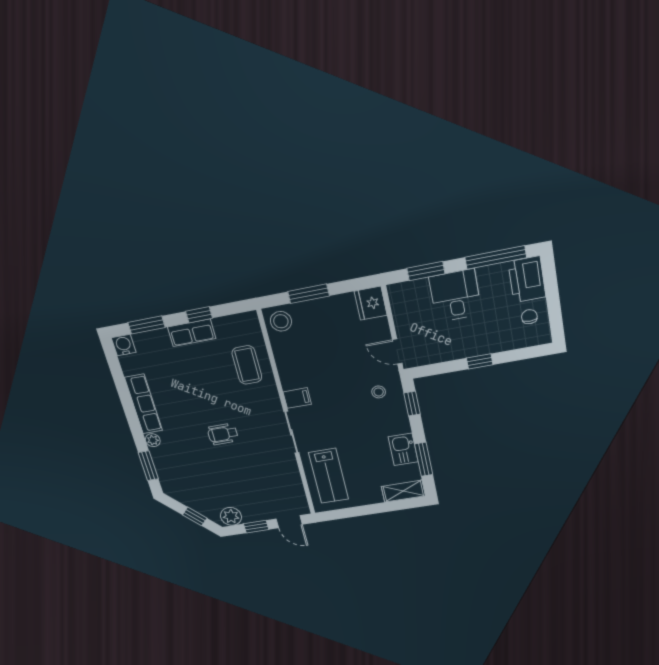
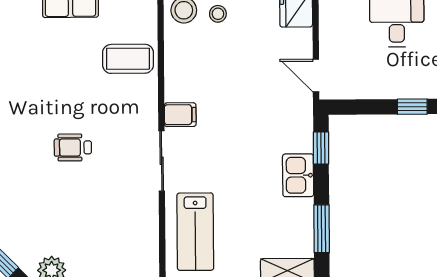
coffee table: (247, 365) -> (128, 59), turned 90
stool: (379, 392) -> (218, 14), moved
kitchen sink: (403, 449) -> (298, 175), moved

